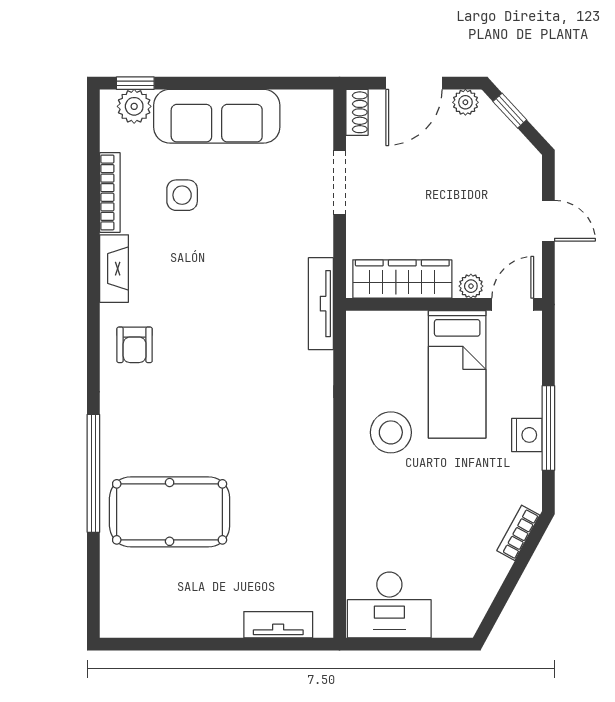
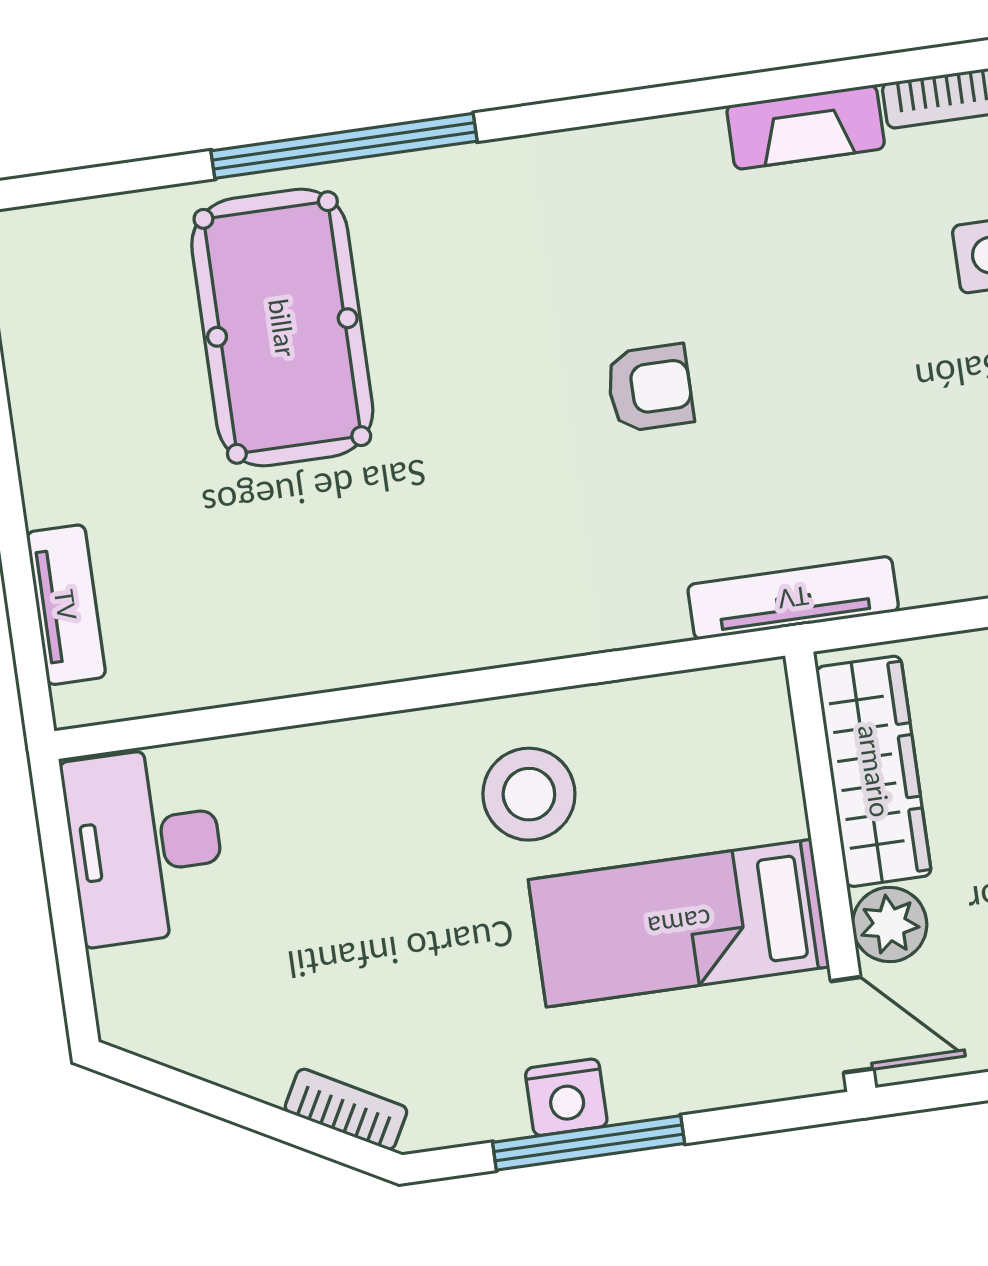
plant: (471, 286) -> (890, 925), width x1.38, depth x1.38
armchair: (135, 345) -> (650, 388), moved, turned 180

